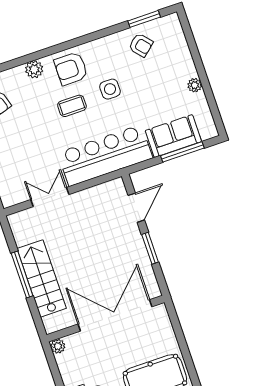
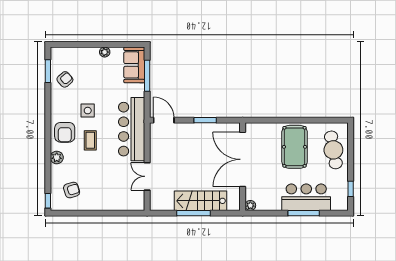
sofa: (173, 136) -> (134, 65), moved
door: (136, 208) -> (164, 120), moved

